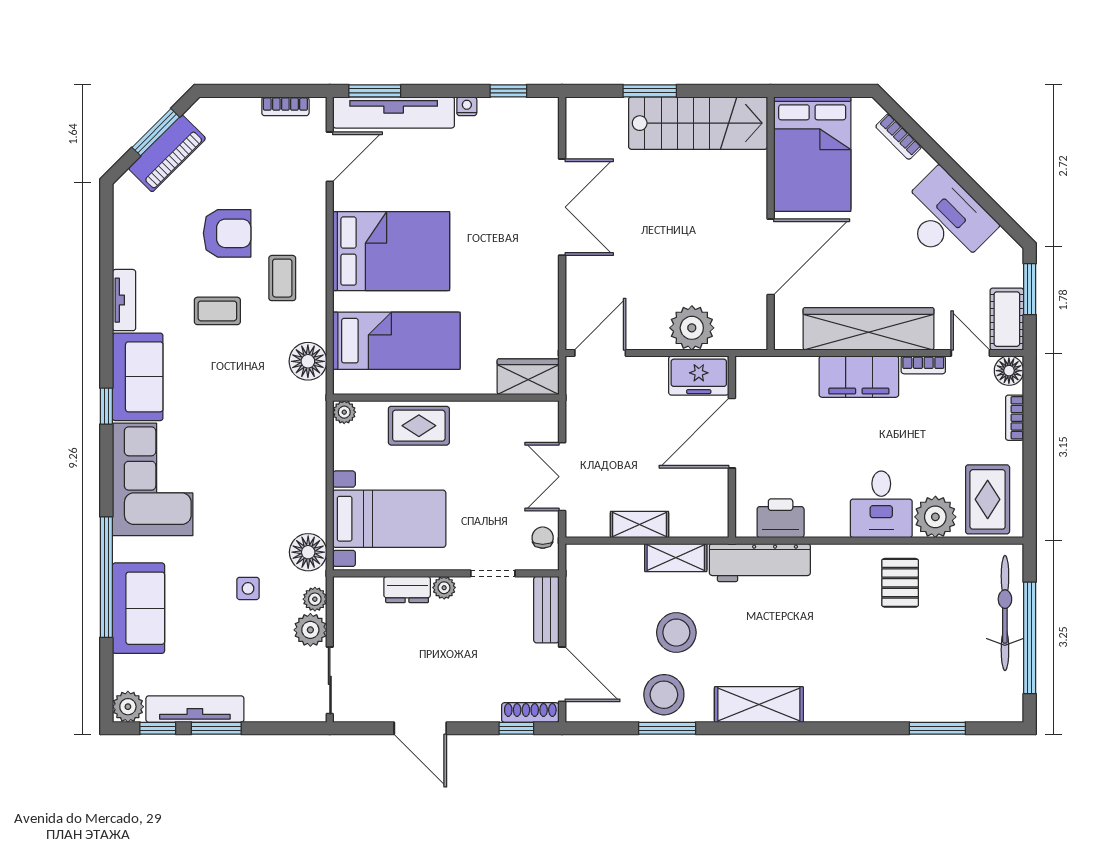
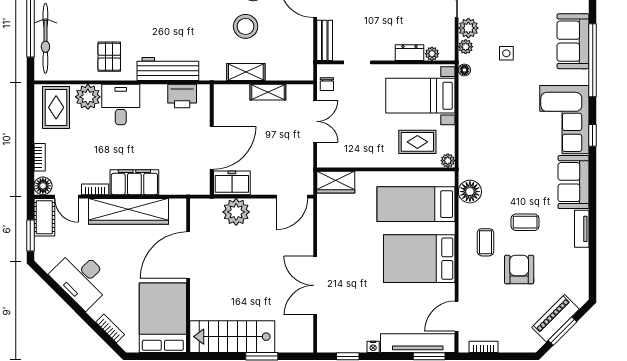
armchair: (227, 233) -> (519, 269), turned 90
window: (106, 406) -> (593, 135), moved
rug: (419, 426) -> (417, 142), moved
floor lamp: (308, 552) -> (464, 70), width x0.53, depth x0.53
workbench: (760, 563) -> (168, 69), moved
plant: (444, 588) -> (432, 54), moved

